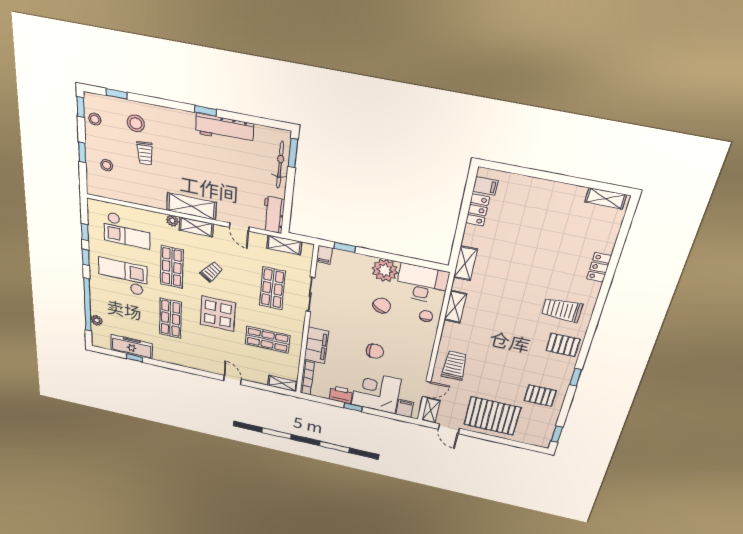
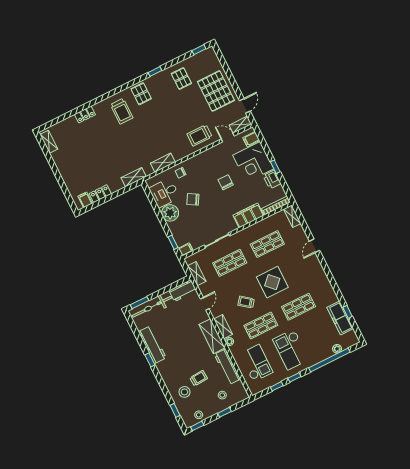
bicycle: (280, 165) -> (152, 307), width x1.37, depth x1.40
workbench: (141, 196) -> (227, 367), added
desk: (422, 284) -> (164, 193), width x0.73
shop shelf: (268, 340) -> (267, 244), turned 90

